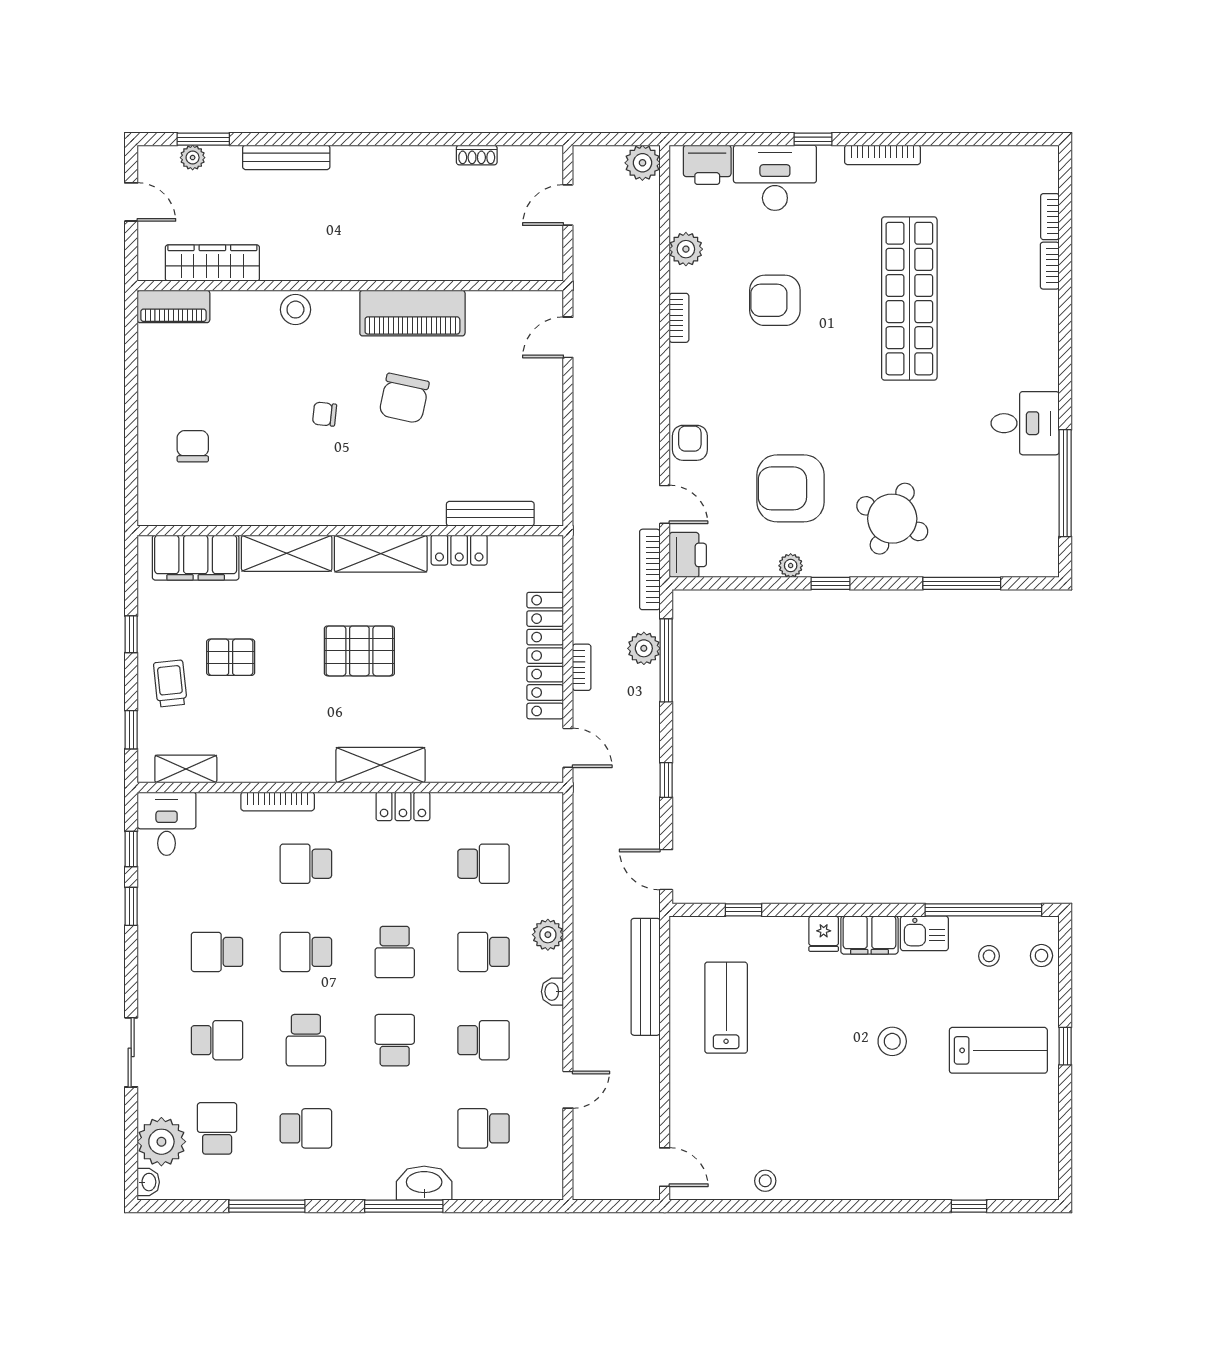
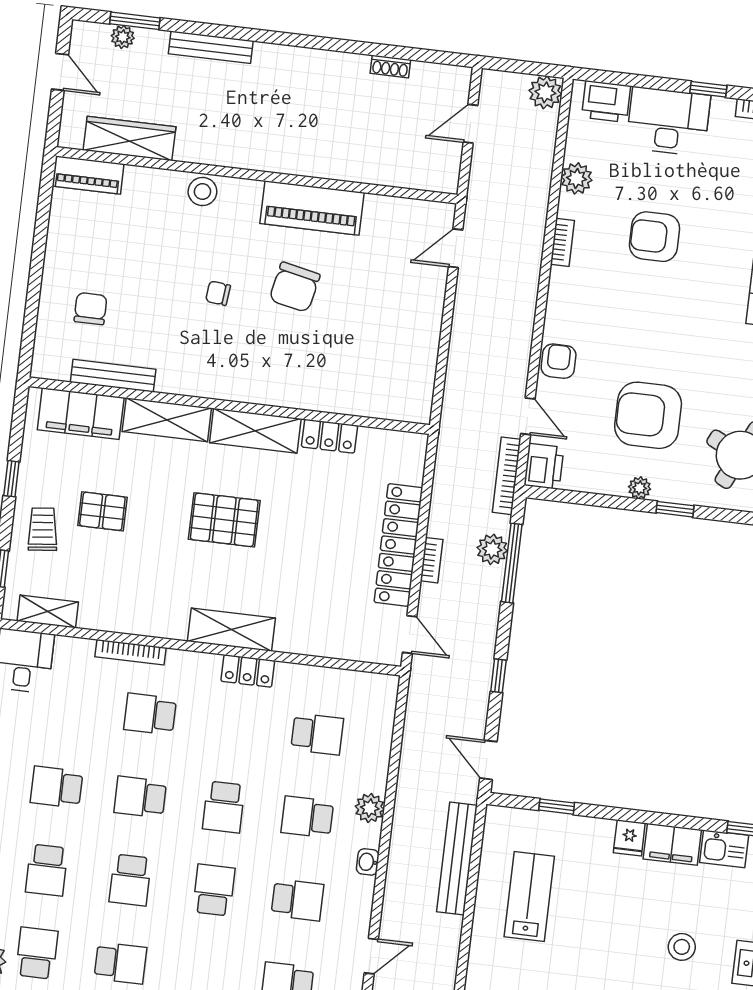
bench: (490, 514) -> (113, 376), moved
school desk: (217, 1040) -> (47, 870), turned 90

